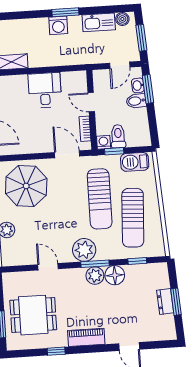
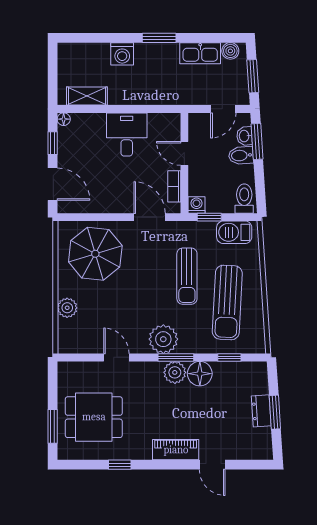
washing machine: (58, 25) -> (122, 54), moved
toilet: (118, 136) -> (244, 199), moved
sun lounger: (100, 199) -> (187, 276), width x0.73, depth x0.75
piano: (86, 337) -> (176, 450), moved

